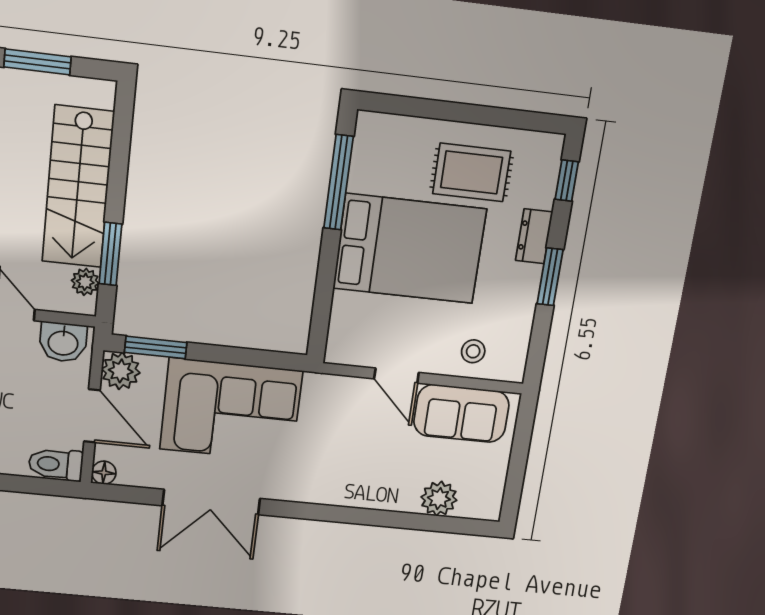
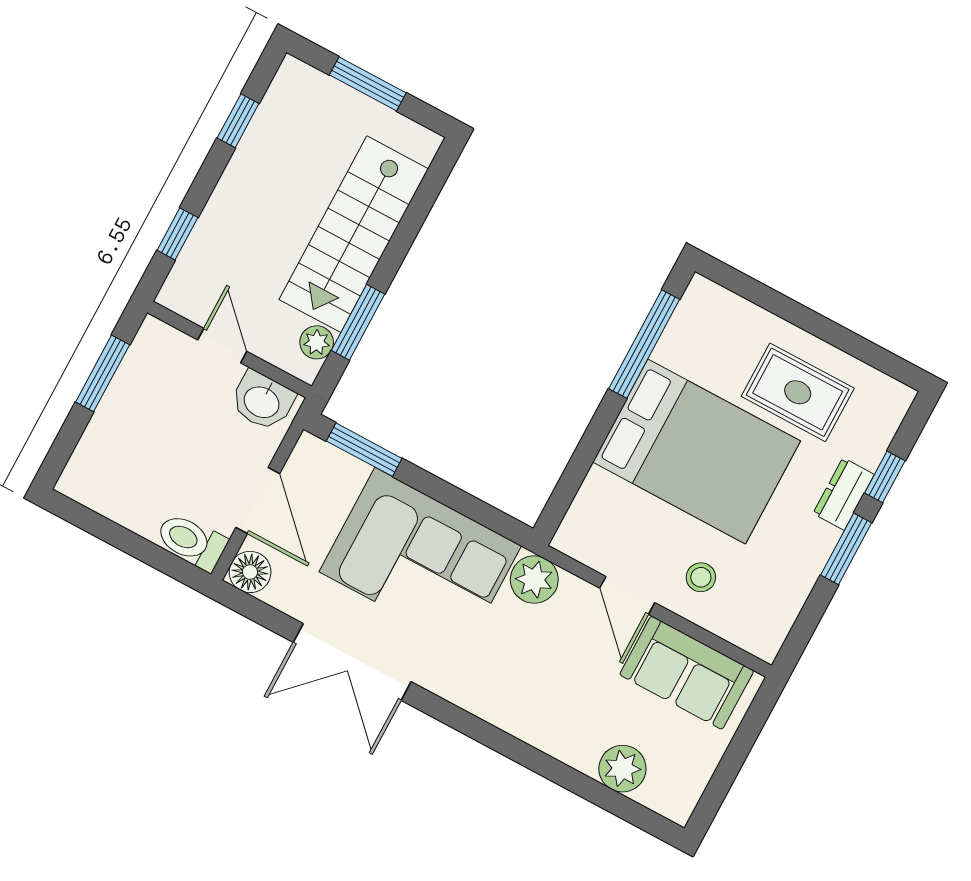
window: (567, 181) -> (885, 477), moved
stool: (473, 351) -> (701, 577), moved
plant: (121, 371) -> (534, 580), moved
floor lamp: (104, 473) -> (250, 572), width x1.37, depth x1.37

